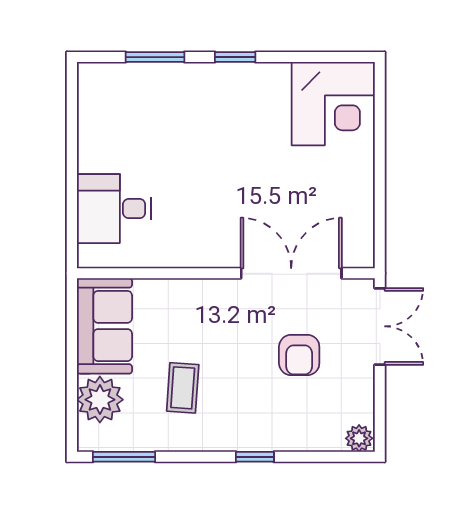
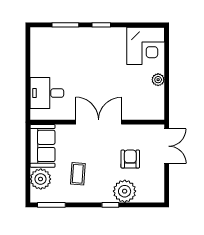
plant: (361, 179) -> (158, 80), added
double door: (291, 273) -> (99, 122), moved
armchair: (299, 355) -> (130, 159), turned 180
plant: (359, 438) -> (125, 191), moved, width x1.88, depth x1.88

